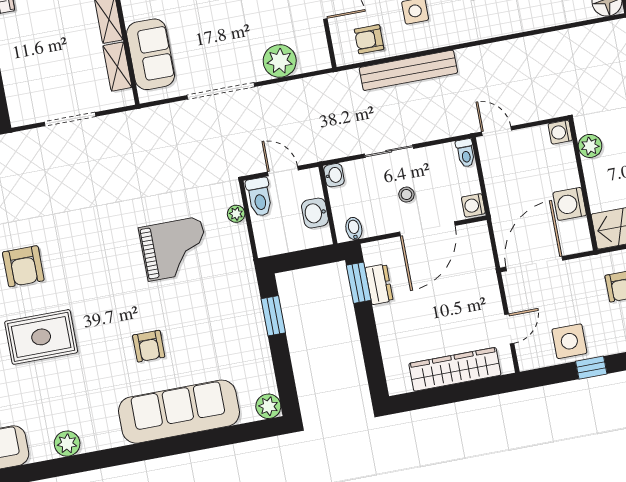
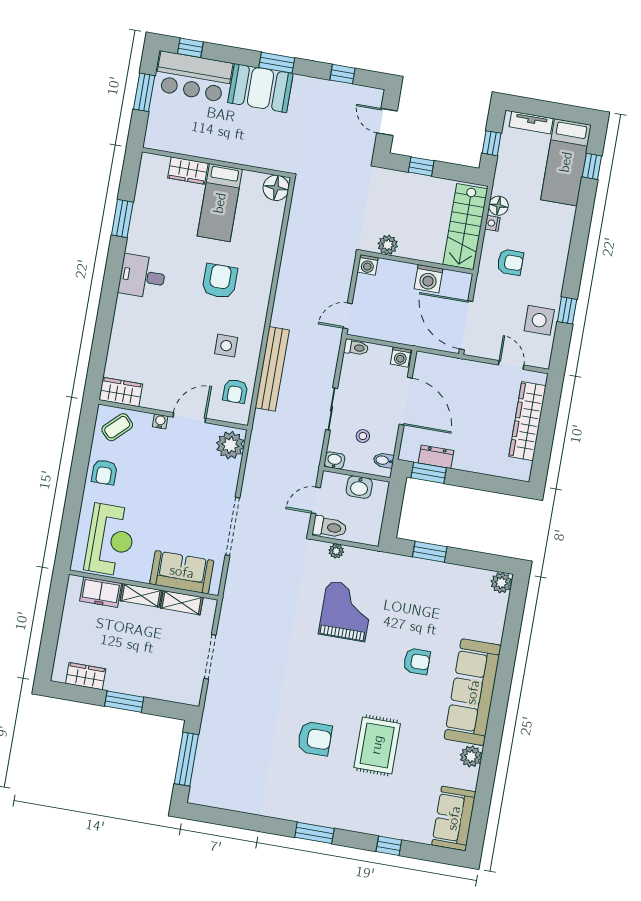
plant: (280, 61) -> (230, 445), moved
stool: (406, 195) -> (363, 436), moved
sofa: (179, 412) -> (473, 692), moved

